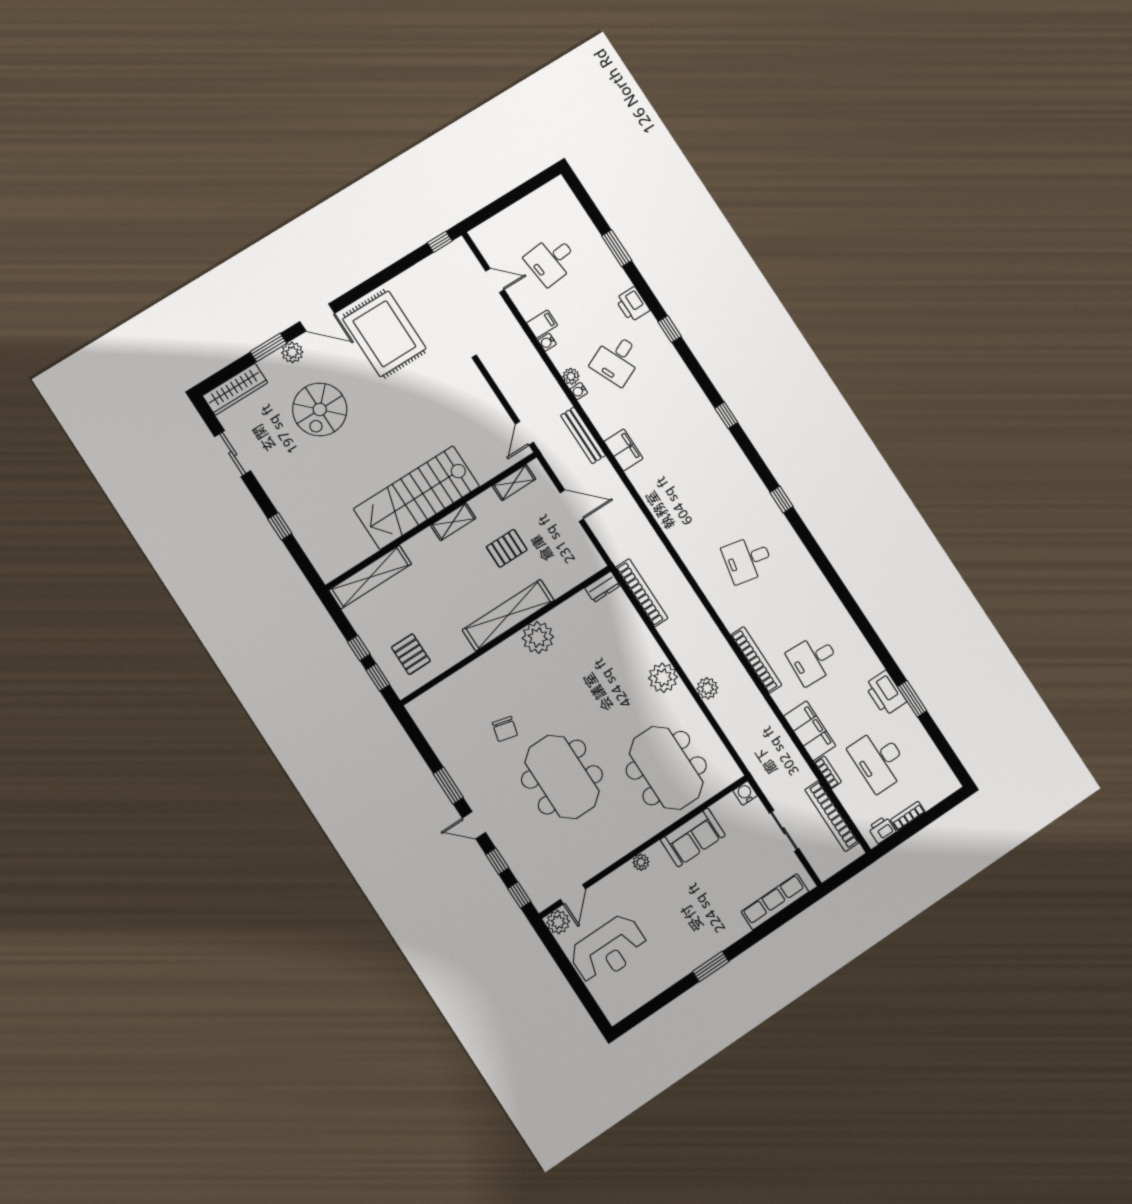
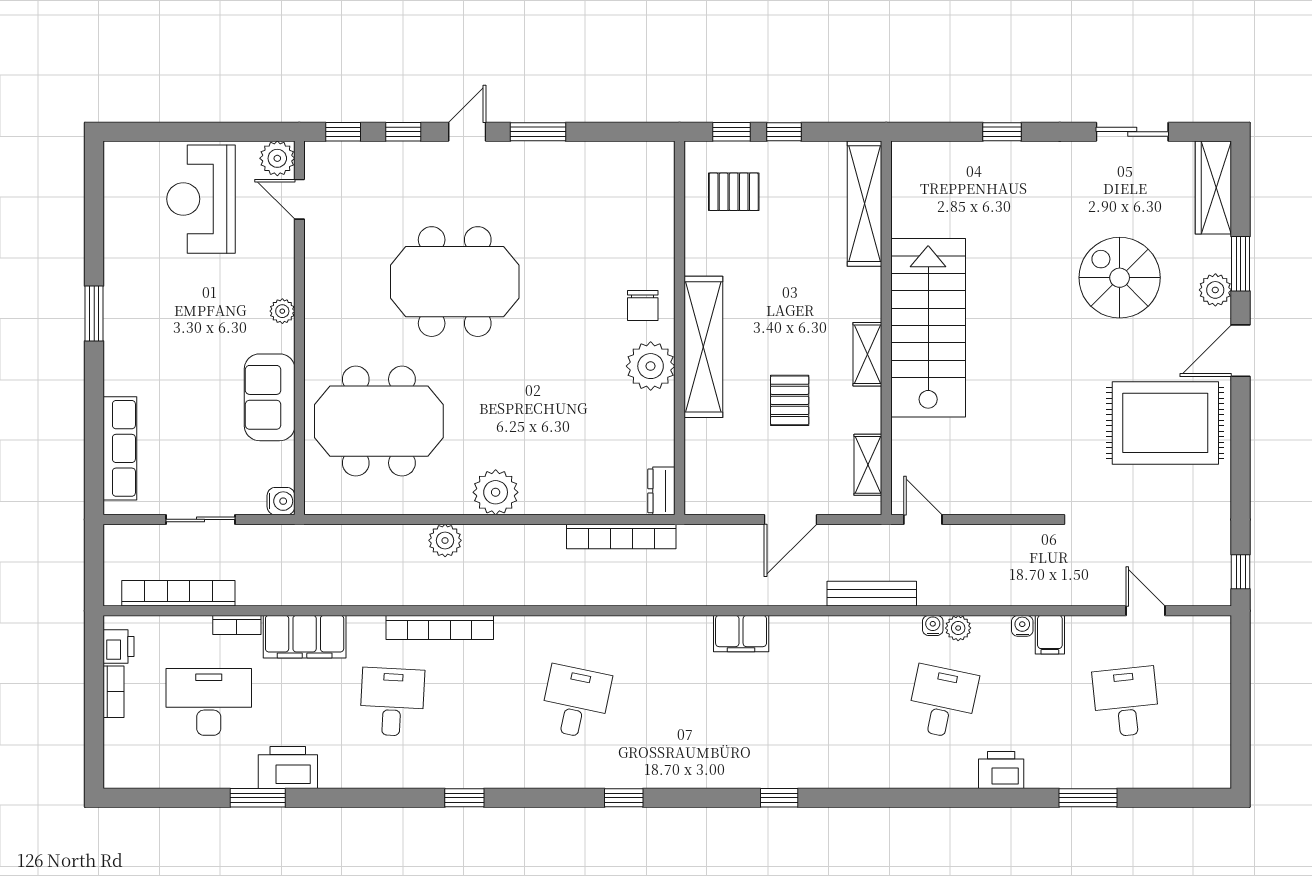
door: (495, 280) -> (1145, 611), swing flipped
window: (670, 329) -> (464, 798), moved
desk: (617, 359) -> (942, 702), turned 36
filing cabinet: (623, 450) -> (741, 634), moved
chair: (505, 729) -> (643, 305), moved, turned -104

